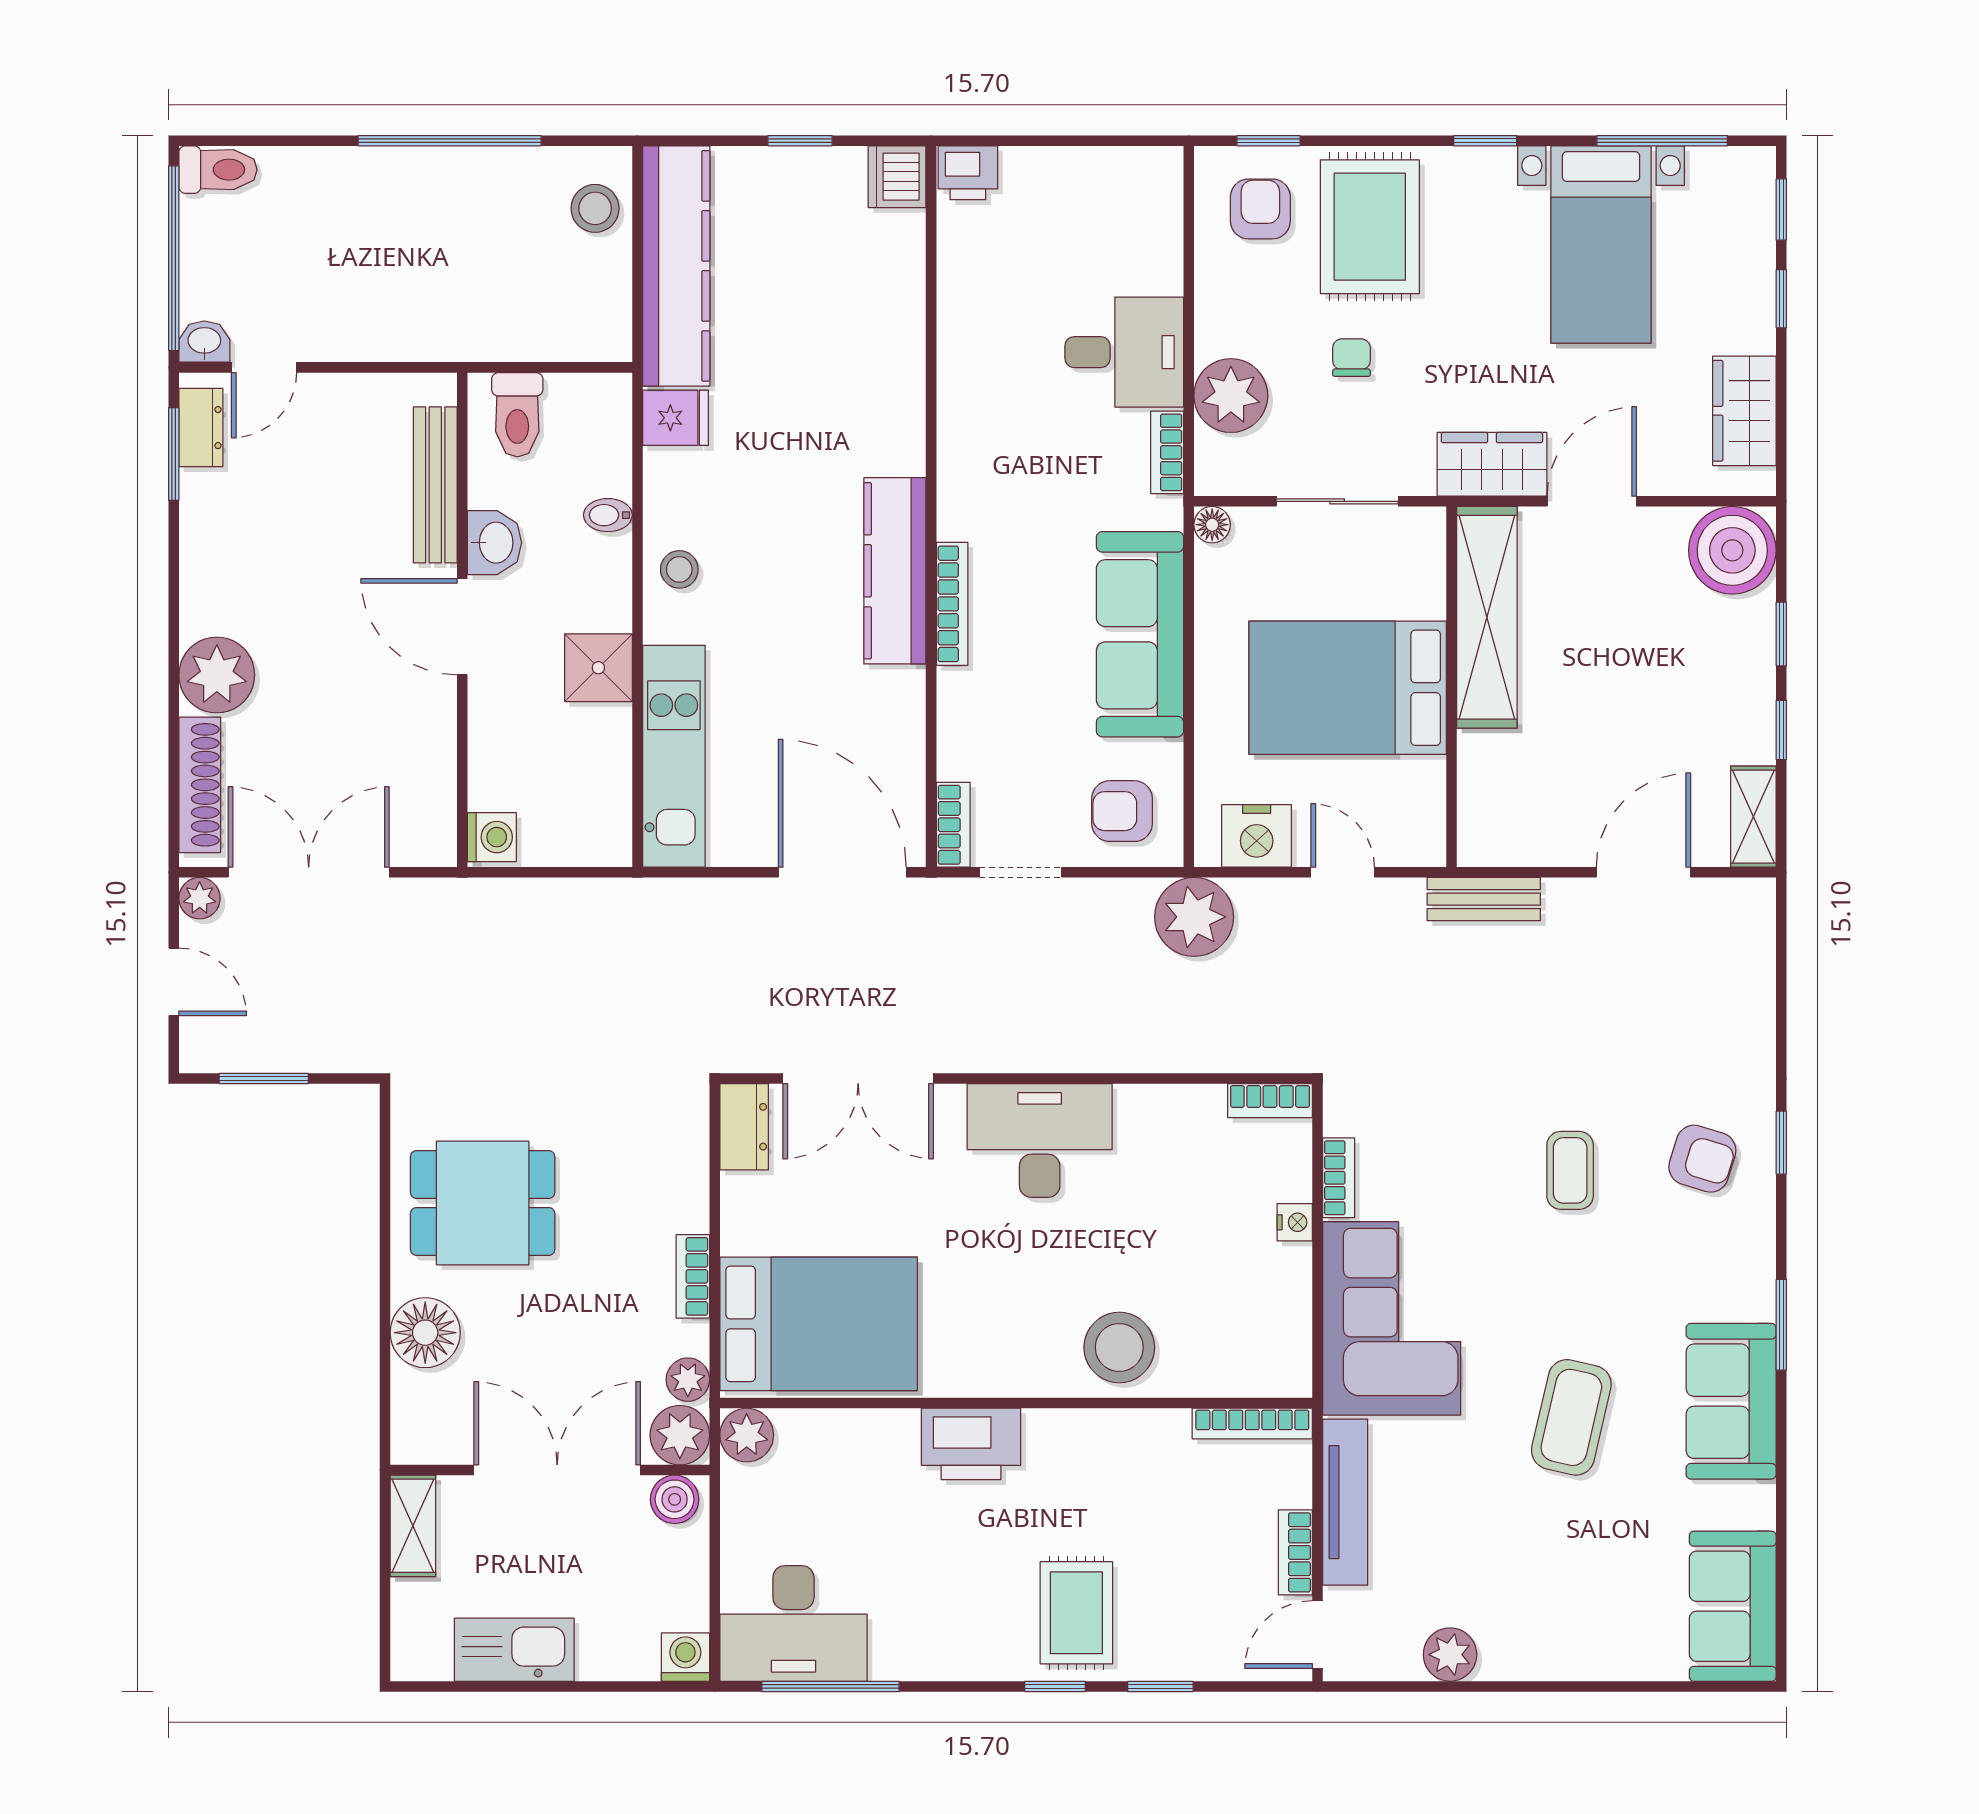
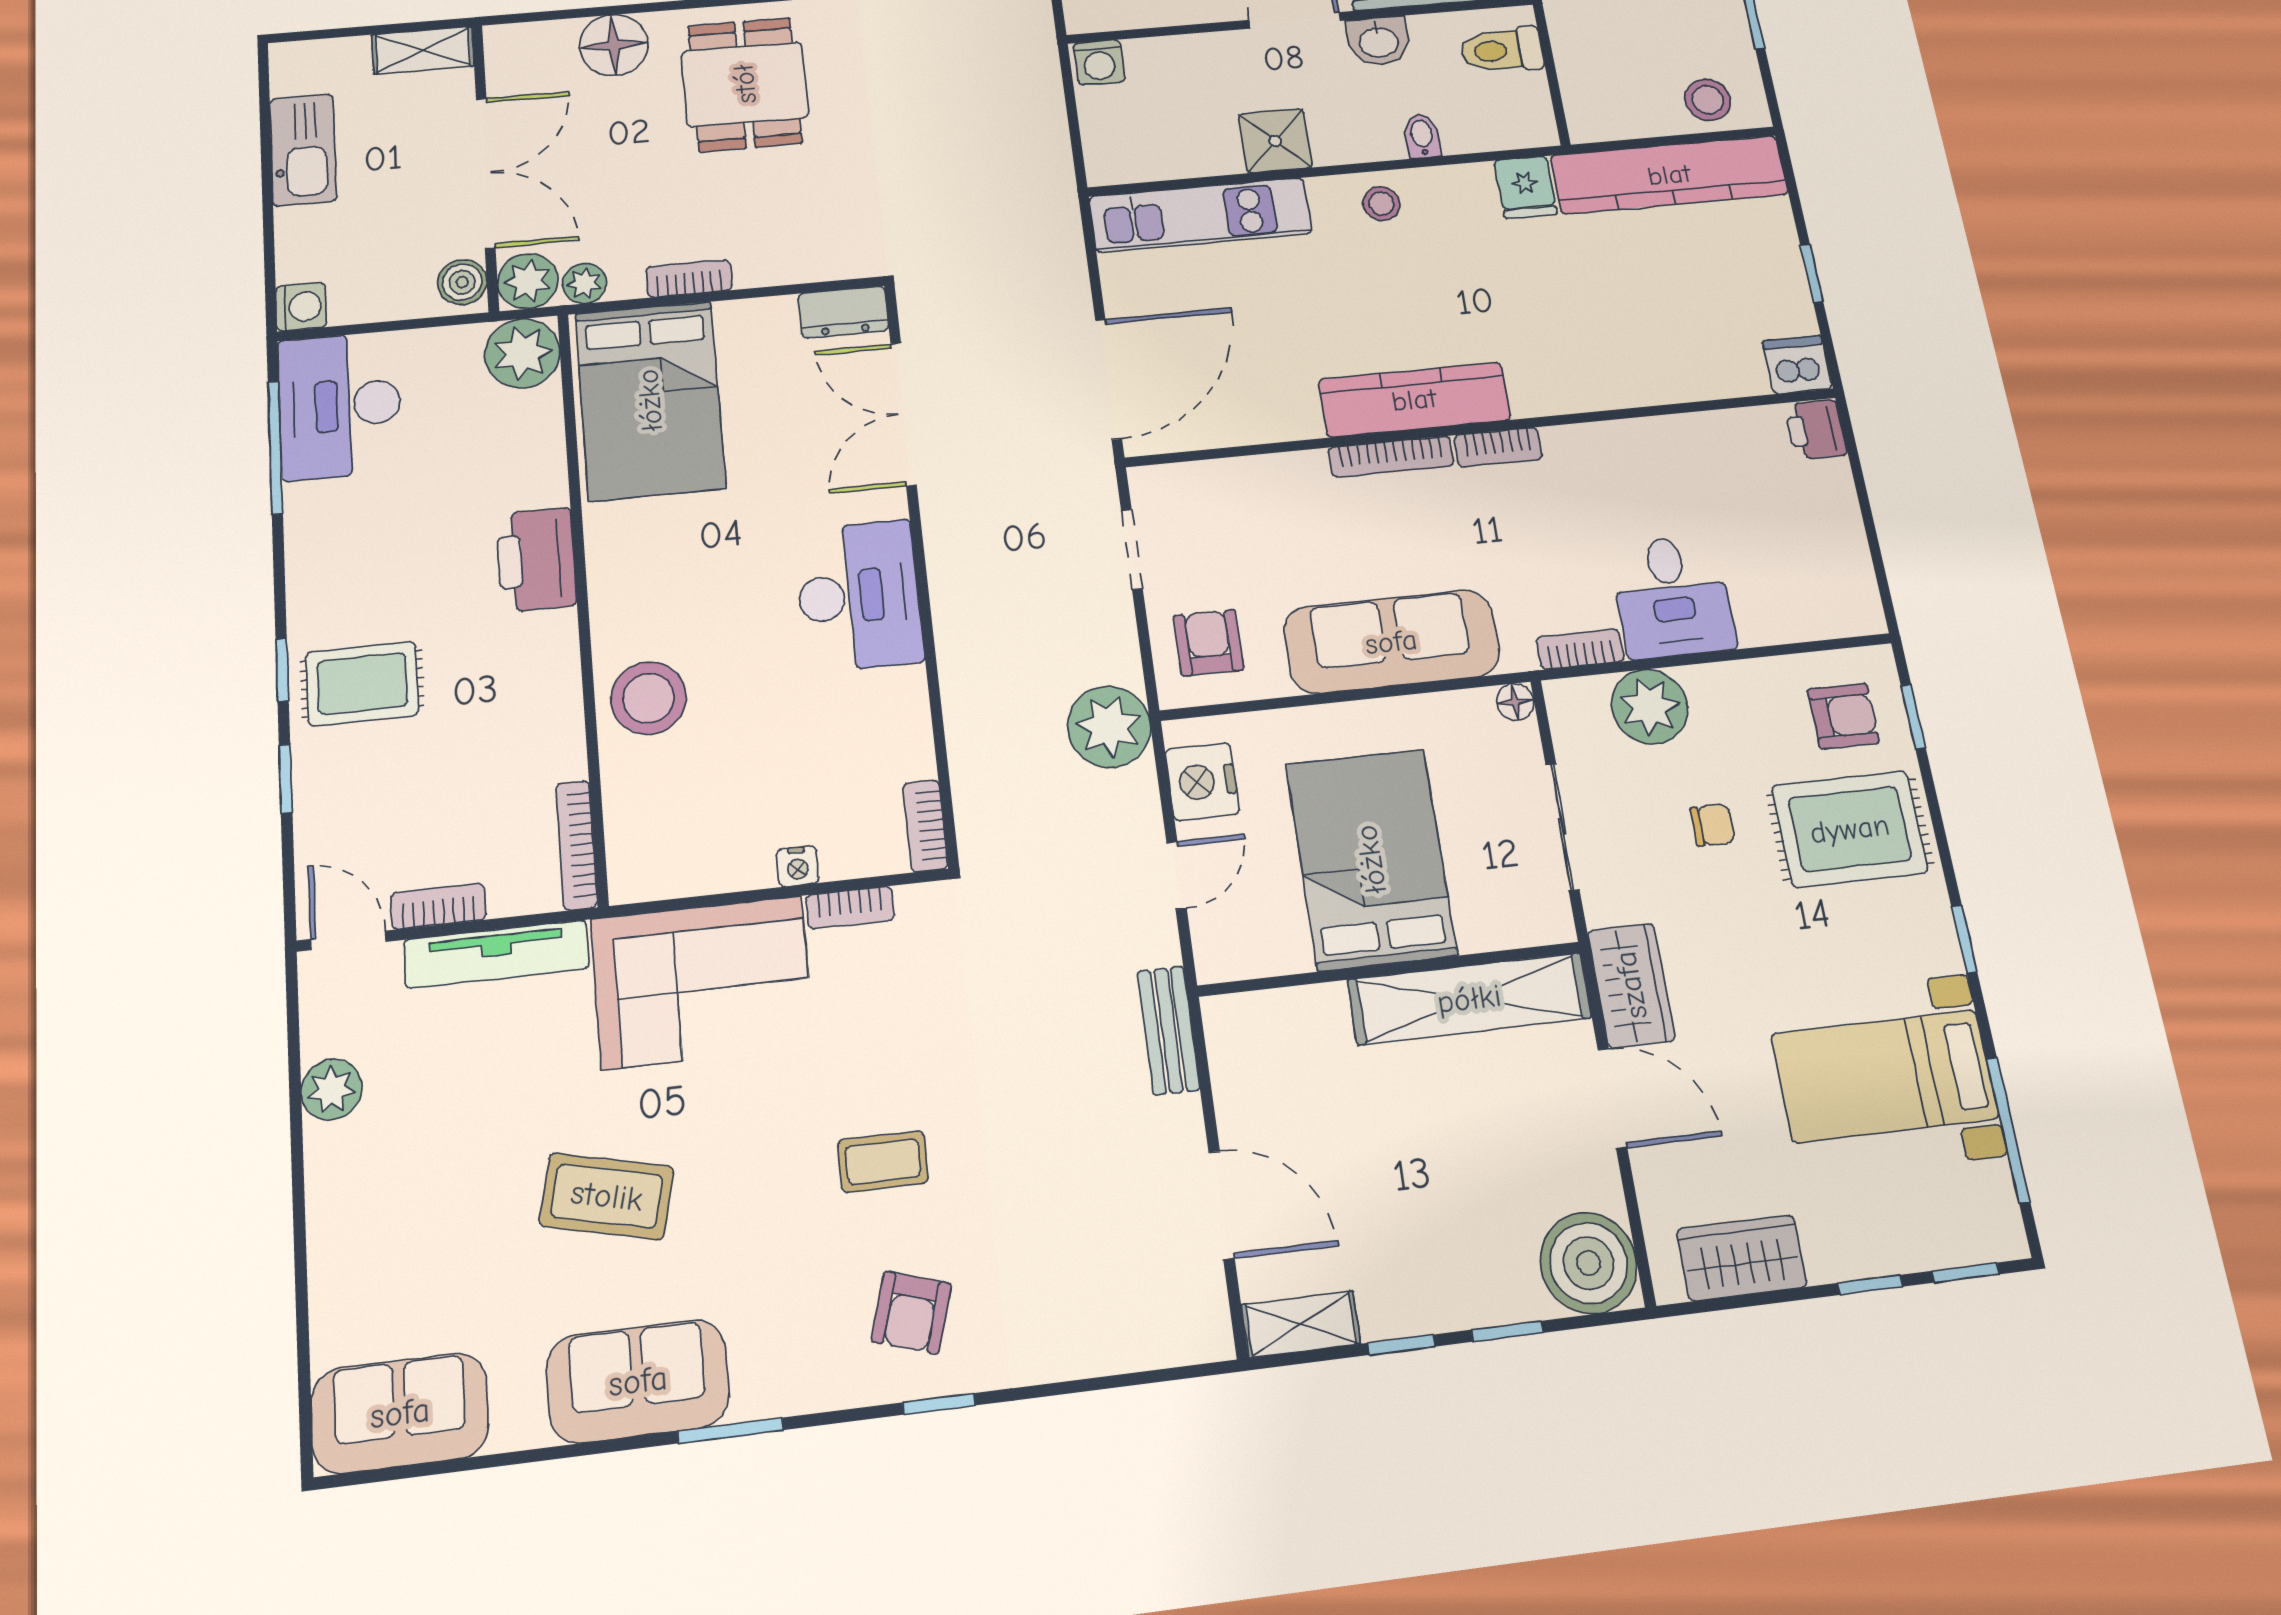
bookcase: (953, 825) -> (1498, 447), moved
plant: (747, 1435) -> (522, 353), width x1.36, depth x1.36

